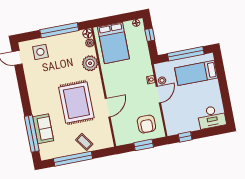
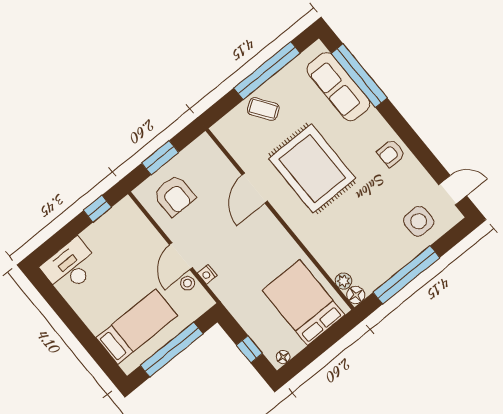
plant: (90, 63) -> (324, 247), removed
armchair: (36, 90) -> (391, 153), added
armchair: (146, 124) -> (174, 195), turned 180
sofa: (43, 129) -> (338, 87), width x1.36

